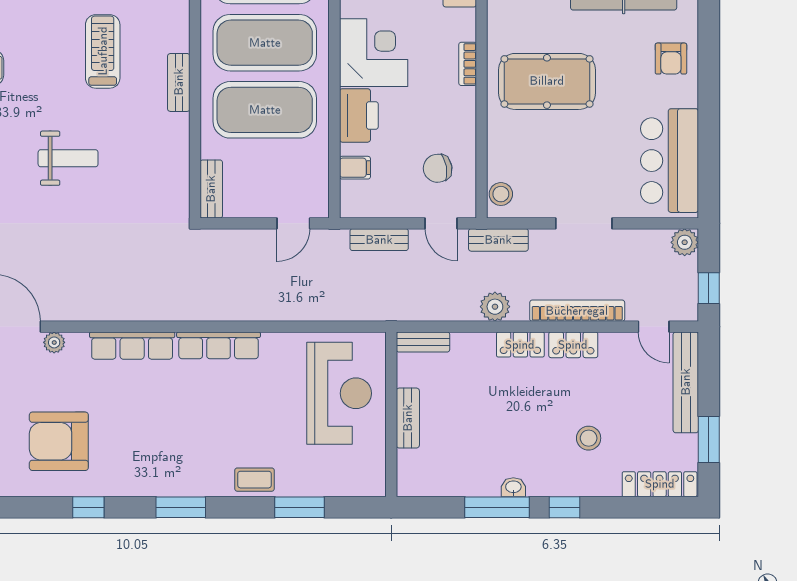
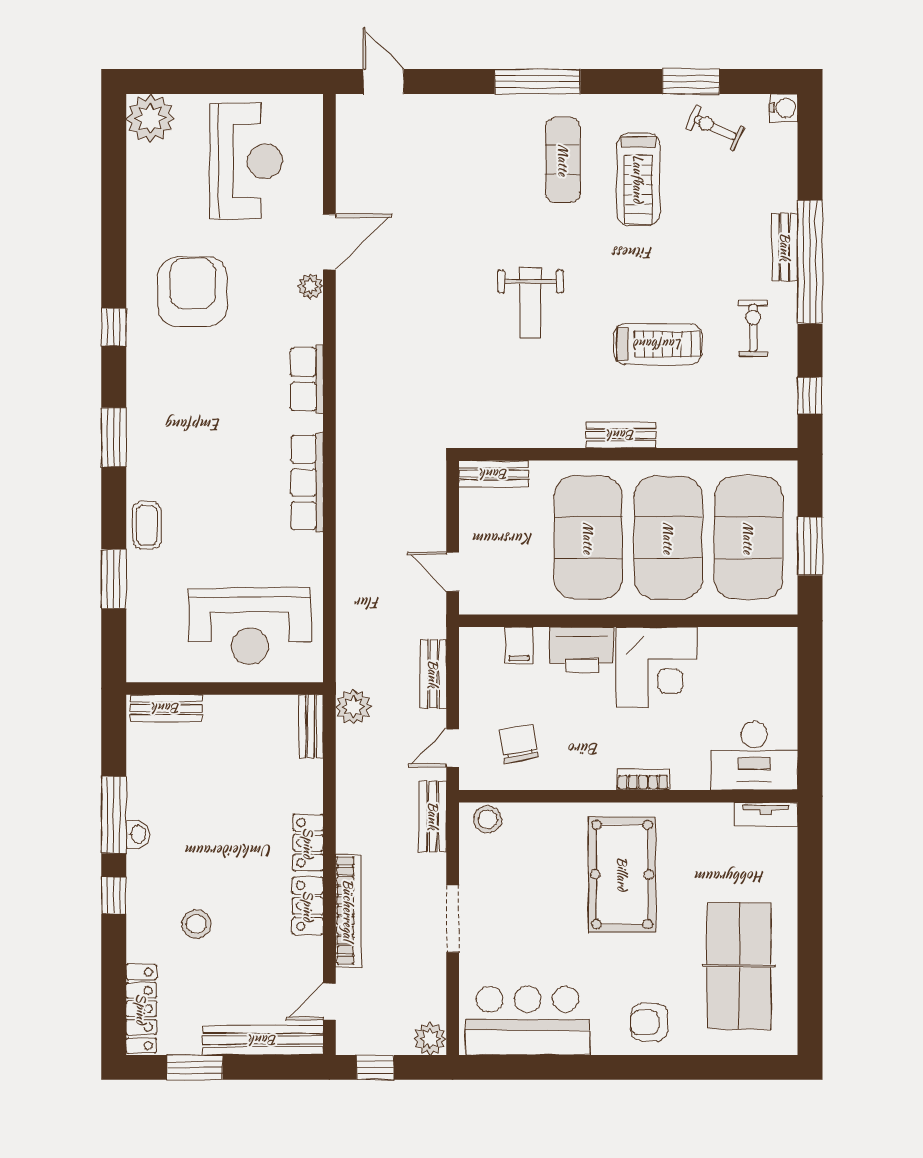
plant: (495, 307) -> (353, 707), moved
row of seats: (132, 346) -> (307, 379), width x0.68
bench: (408, 418) -> (166, 708), moved

